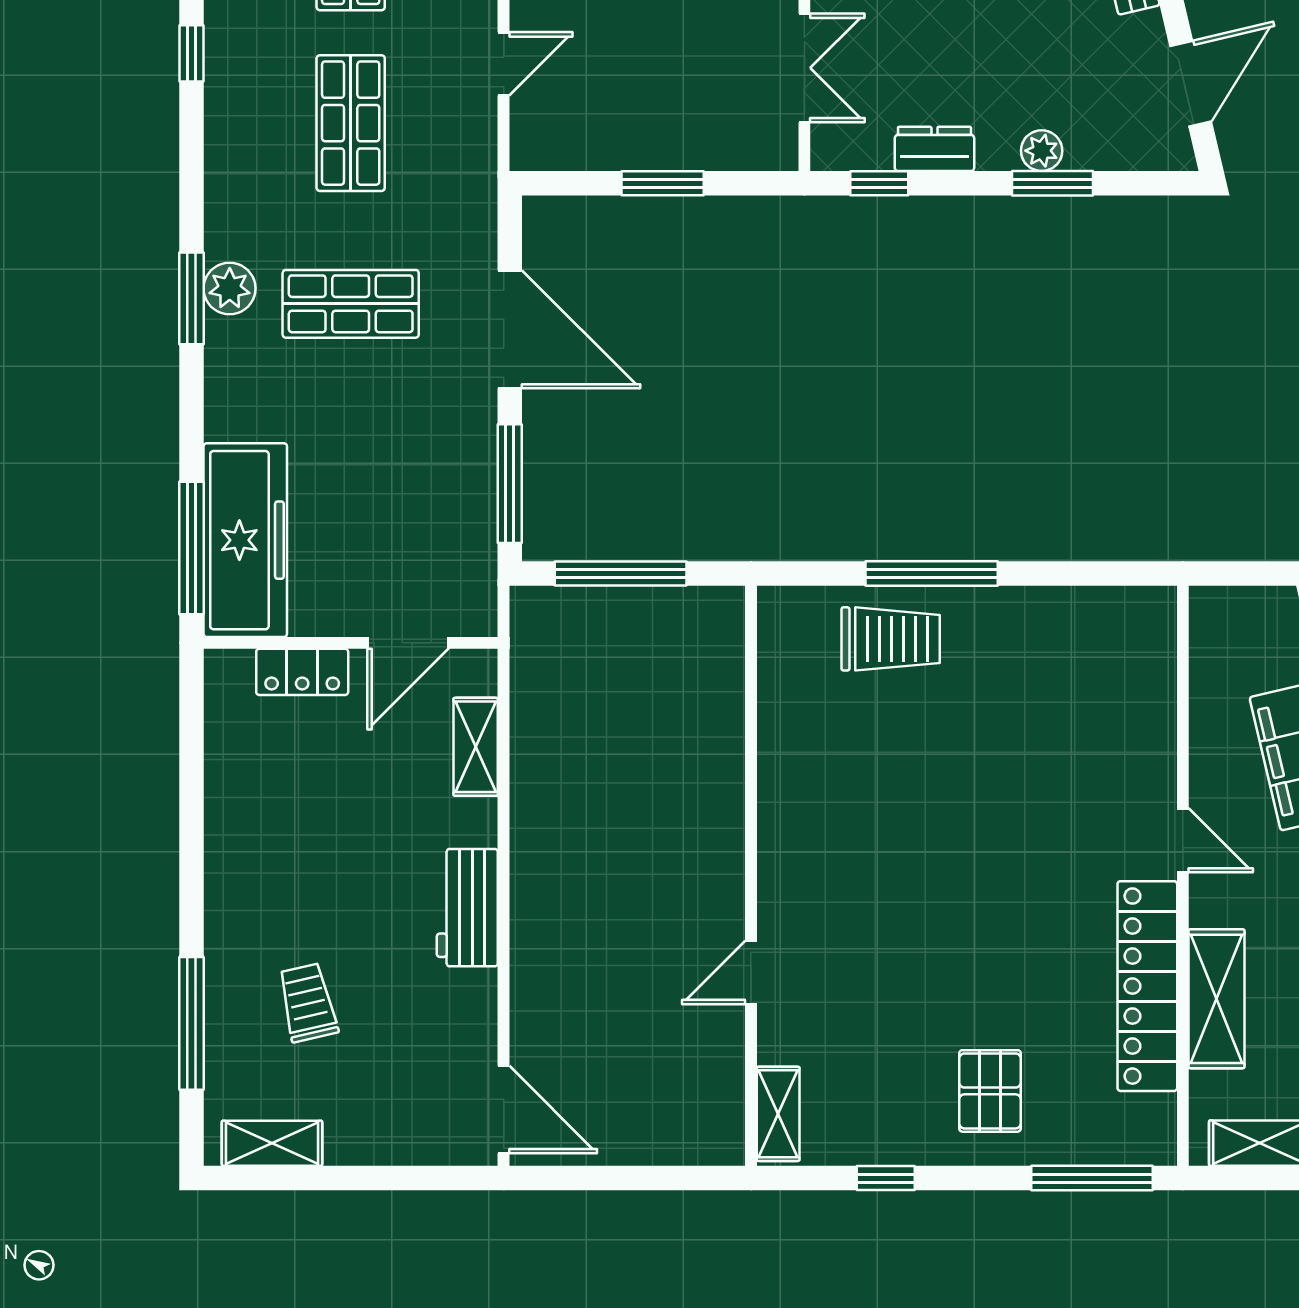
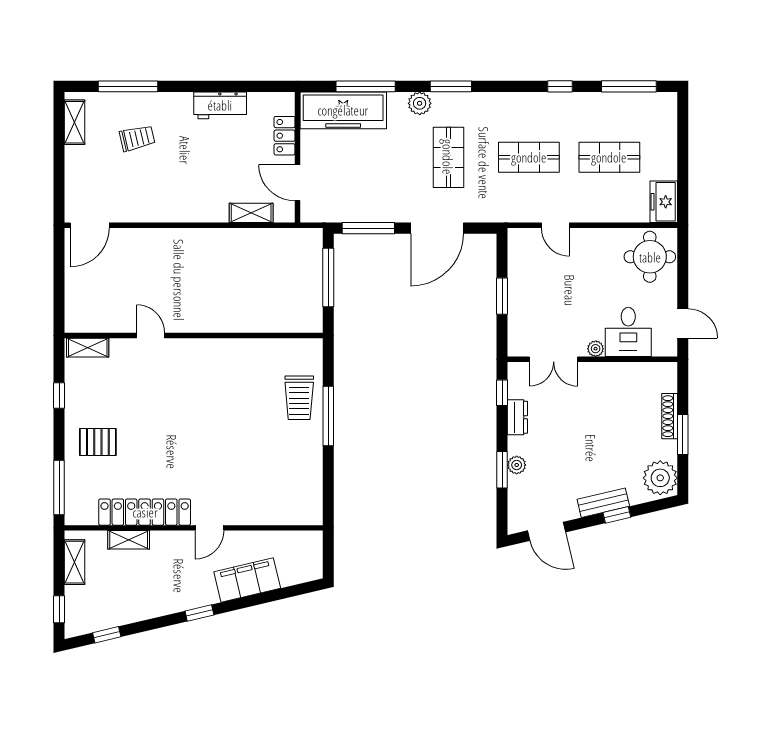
plant: (230, 288) -> (420, 103), moved
window: (192, 548) -> (366, 86), moved
workbench: (467, 908) -> (220, 105), moved, turned 180
shelving: (1216, 999) -> (129, 540), width x0.67, depth x0.75

